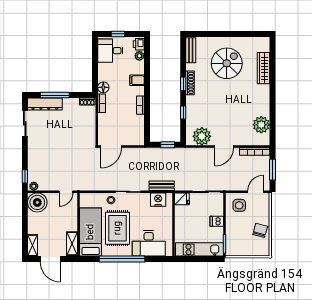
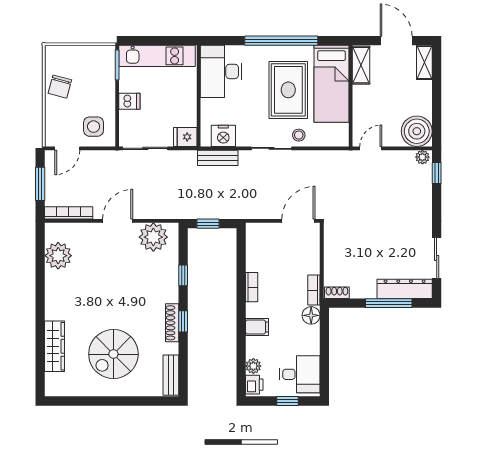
desk: (149, 243) -> (221, 71), moved, turned -90

